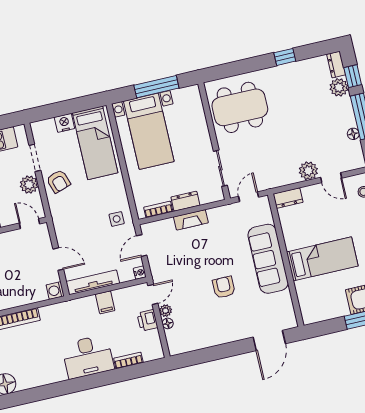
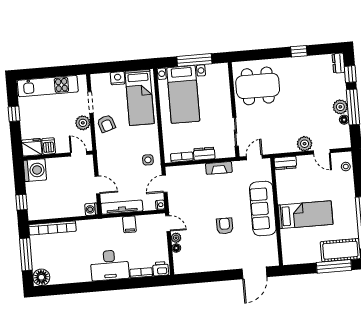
plant: (339, 87) -> (340, 107), moved
fireplace: (191, 220) -> (219, 168), moved
door: (153, 294) -> (168, 224), hinge flipped
printer: (147, 320) -> (161, 269), moved, turned 90

